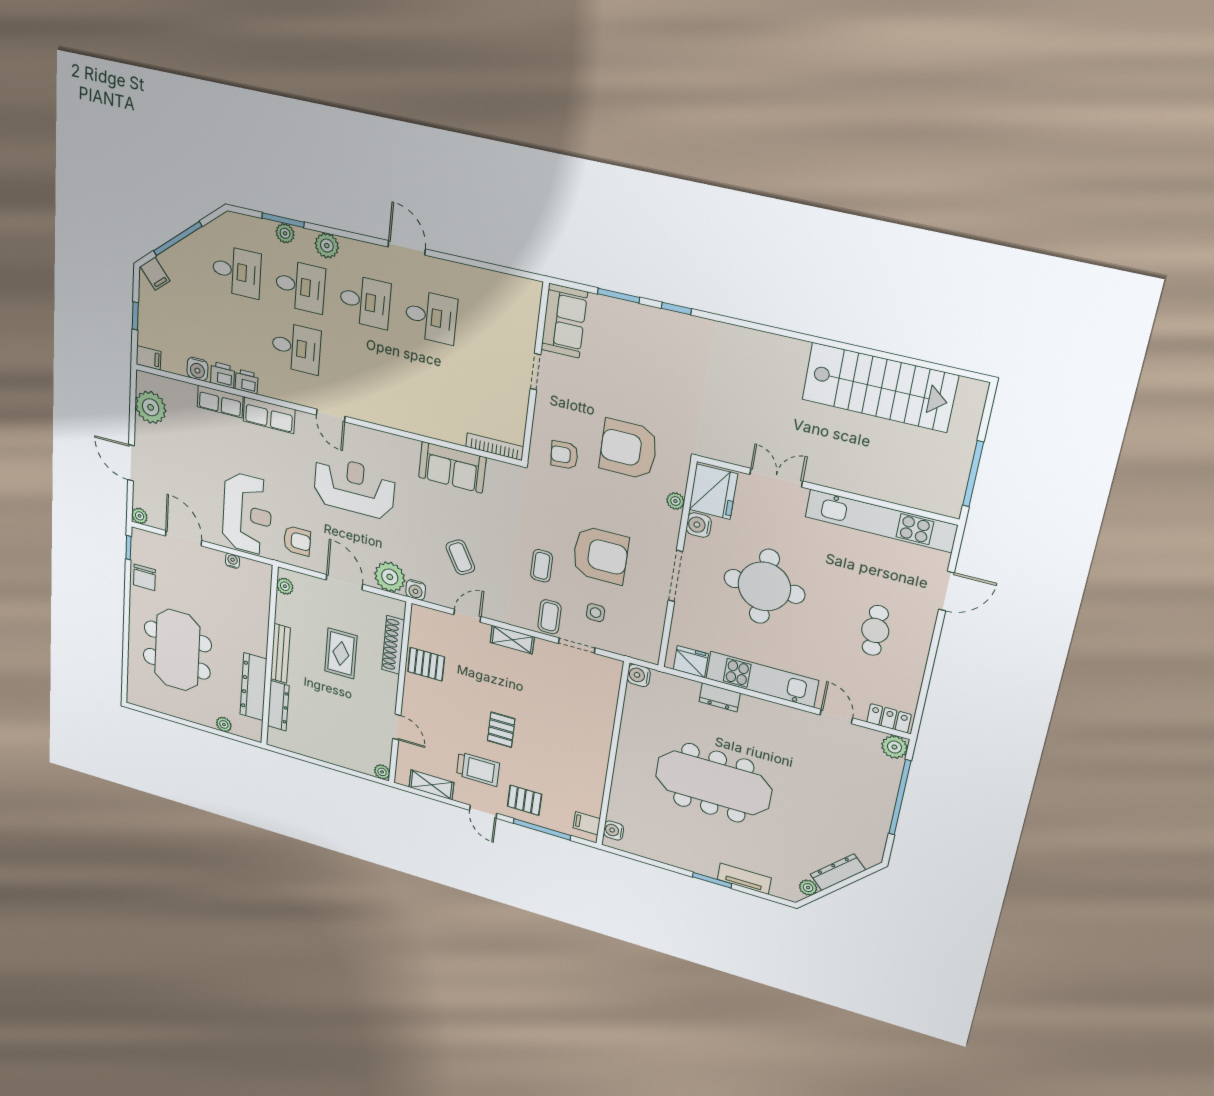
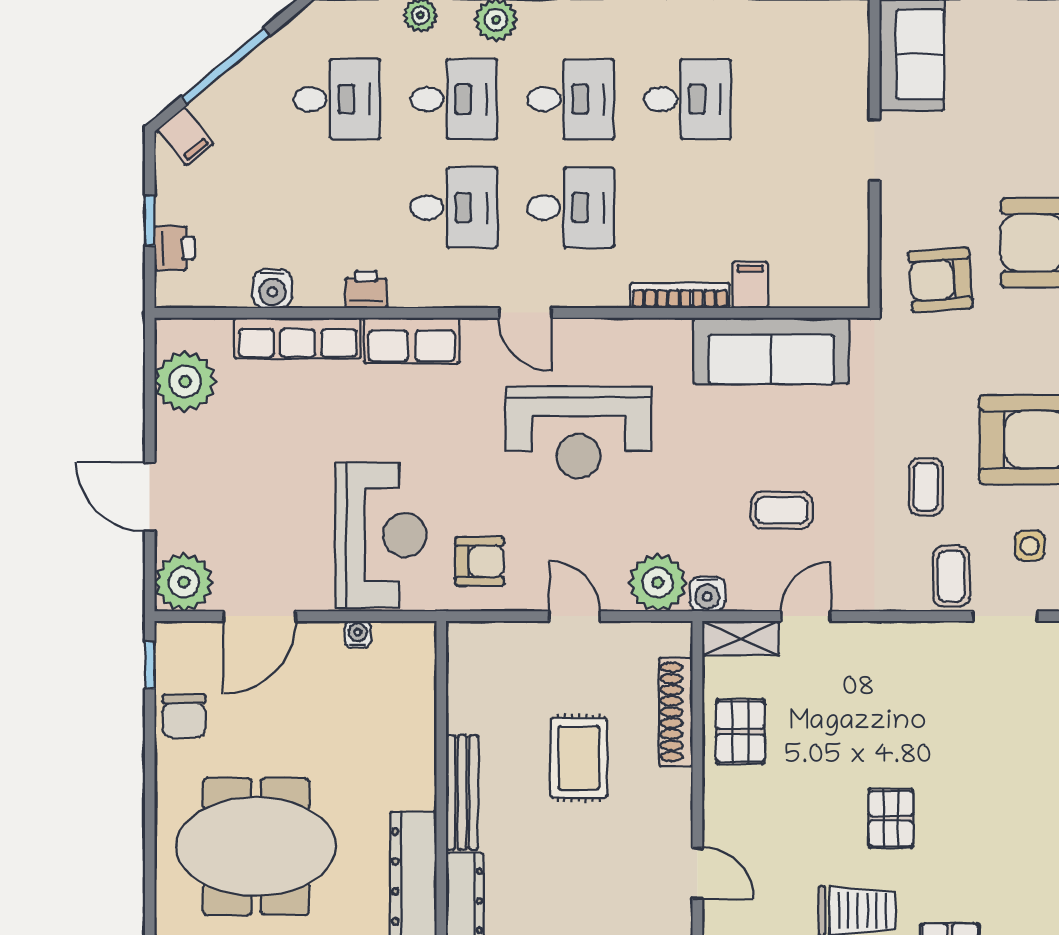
filing cabinet: (148, 358) -> (750, 285), moved, turned -90
desk: (360, 363) -> (571, 208), added
printer: (223, 375) -> (174, 248), moved, turned 90
row of seats: (220, 402) -> (298, 338), width x1.48
bookcase: (495, 447) -> (680, 295), moved
armchair: (564, 455) -> (940, 280), width x1.38, depth x1.38
sofa: (452, 467) -> (771, 351), width x1.36
reception desk: (354, 487) -> (578, 432), turned 180
plant: (140, 516) -> (184, 582), width x1.88, depth x1.88
door: (184, 538) -> (259, 616), swing flipped
coffee table: (460, 557) -> (782, 510), turned -60
door: (344, 582) -> (575, 616), width x0.73
plant: (285, 586) -> (462, 656), removed
shelving: (512, 640) -> (740, 638), moved
meeting table: (177, 650) -> (256, 846), turned 90
pallet: (426, 664) -> (740, 732), turned 90

